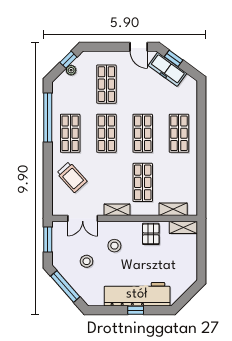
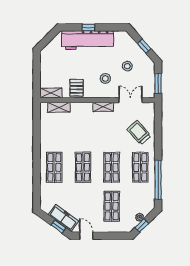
shop shelf: (143, 182) -> (83, 128), removed
window: (65, 287) -> (144, 46), width x0.46

